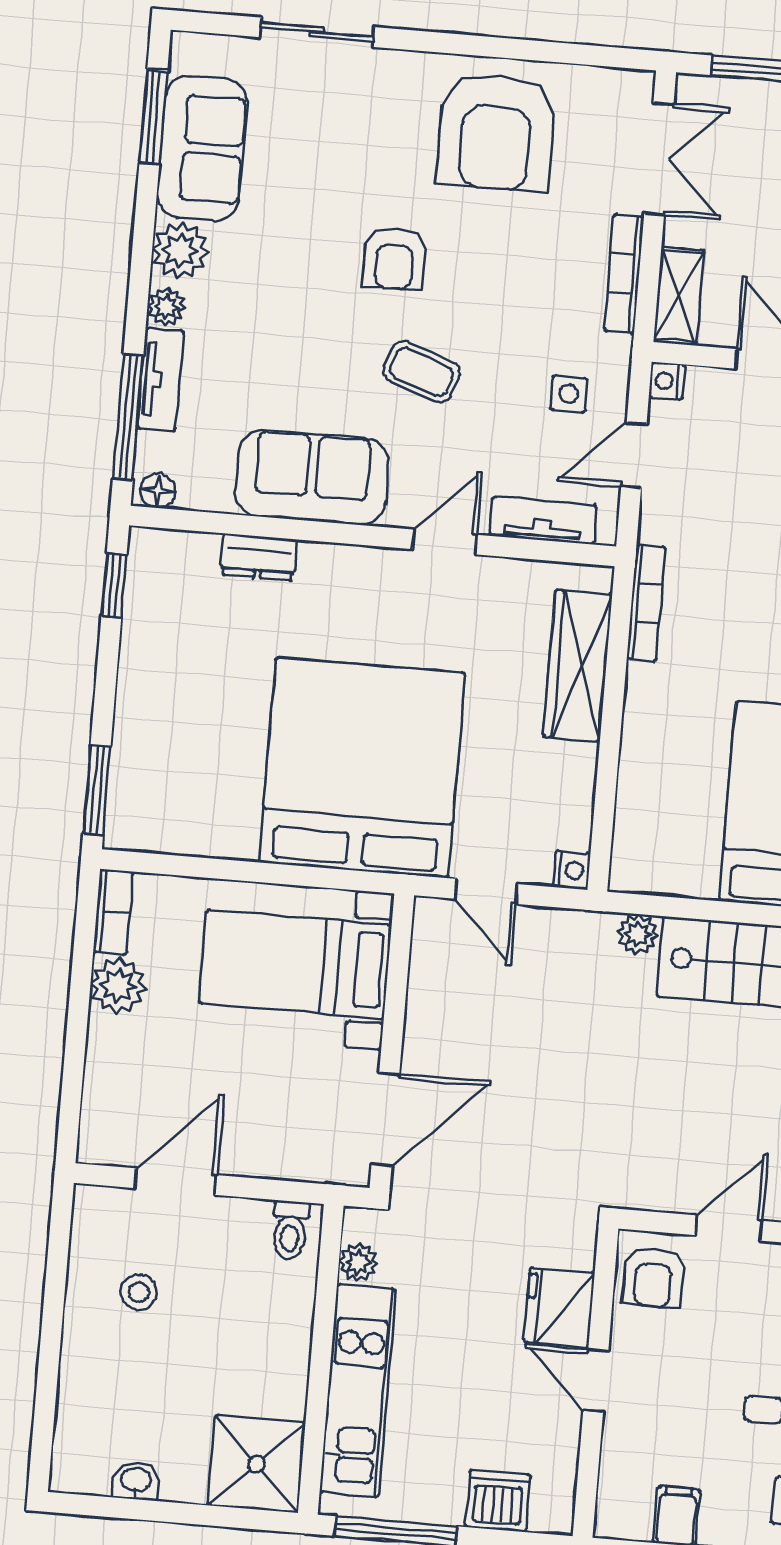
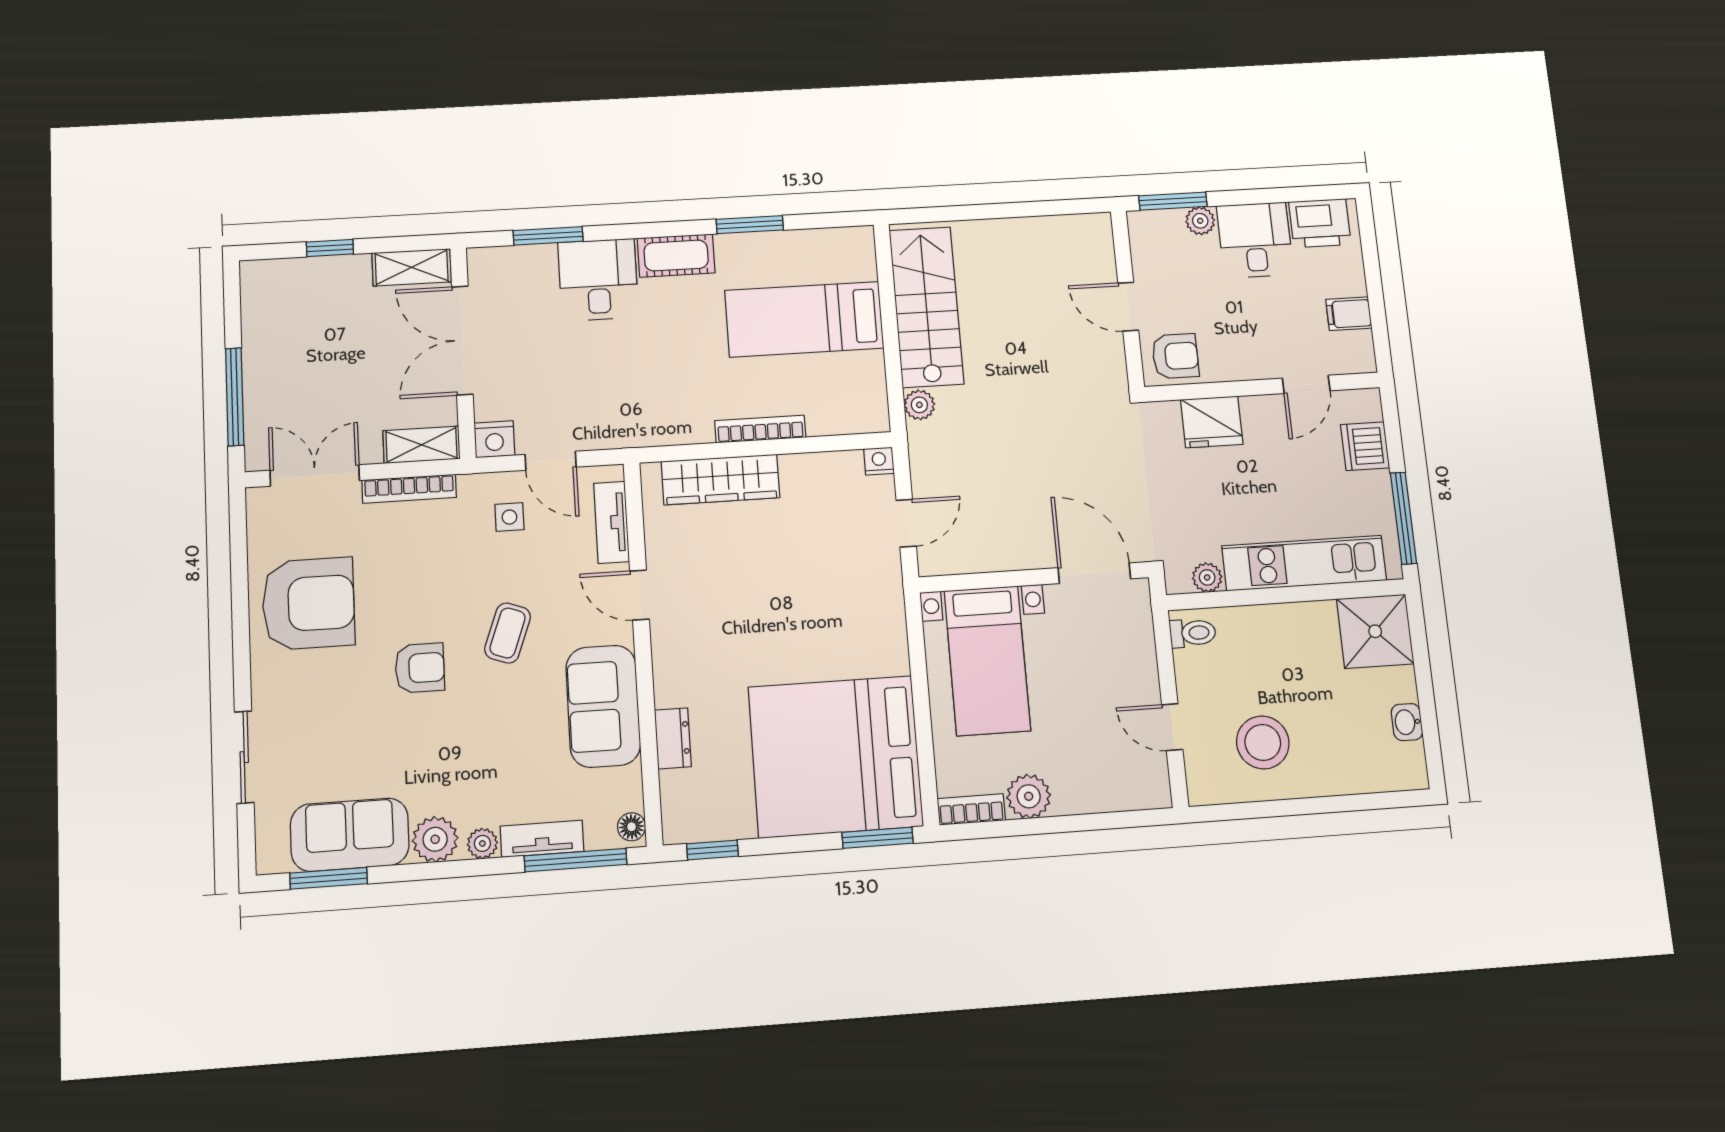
nightstand: (667, 381) -> (494, 439), width x1.39, depth x1.35
bookcase: (646, 603) -> (760, 429), moved
bed: (362, 768) -> (836, 756), moved
door: (176, 1182) -> (1172, 727), width x0.73
stool: (139, 1292) -> (1263, 742), width x1.89, depth x1.89
door: (596, 1381) -> (1306, 384), moved

